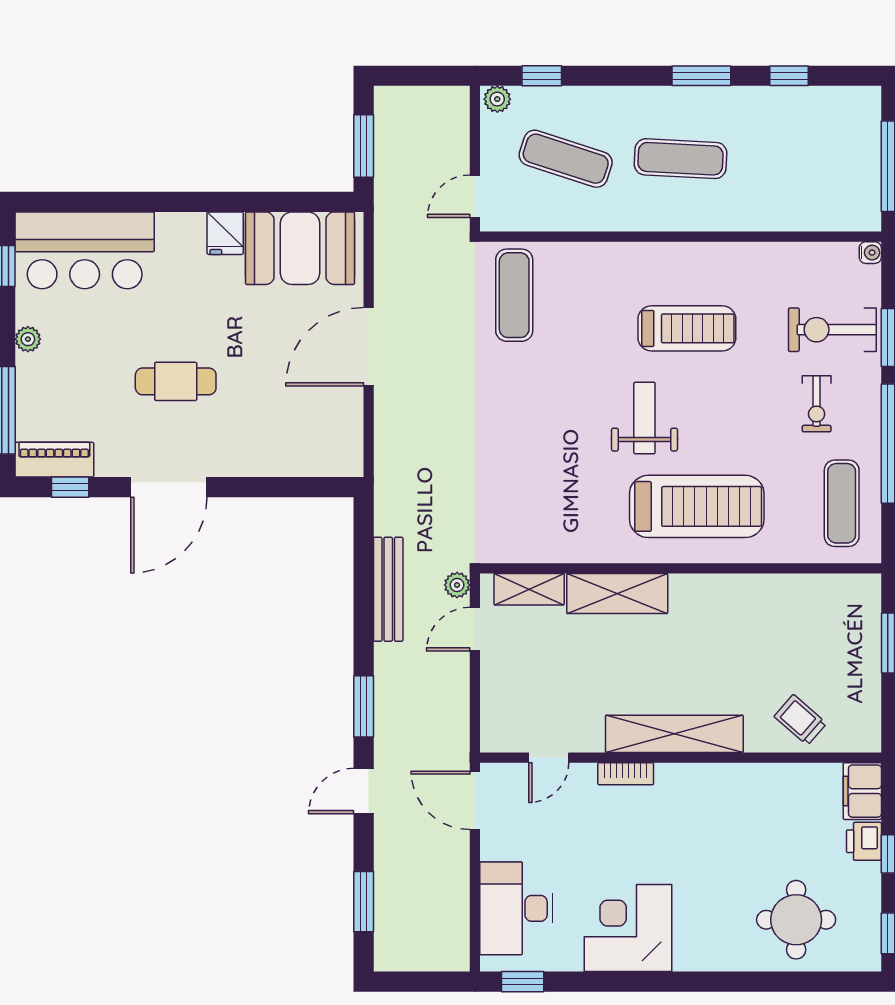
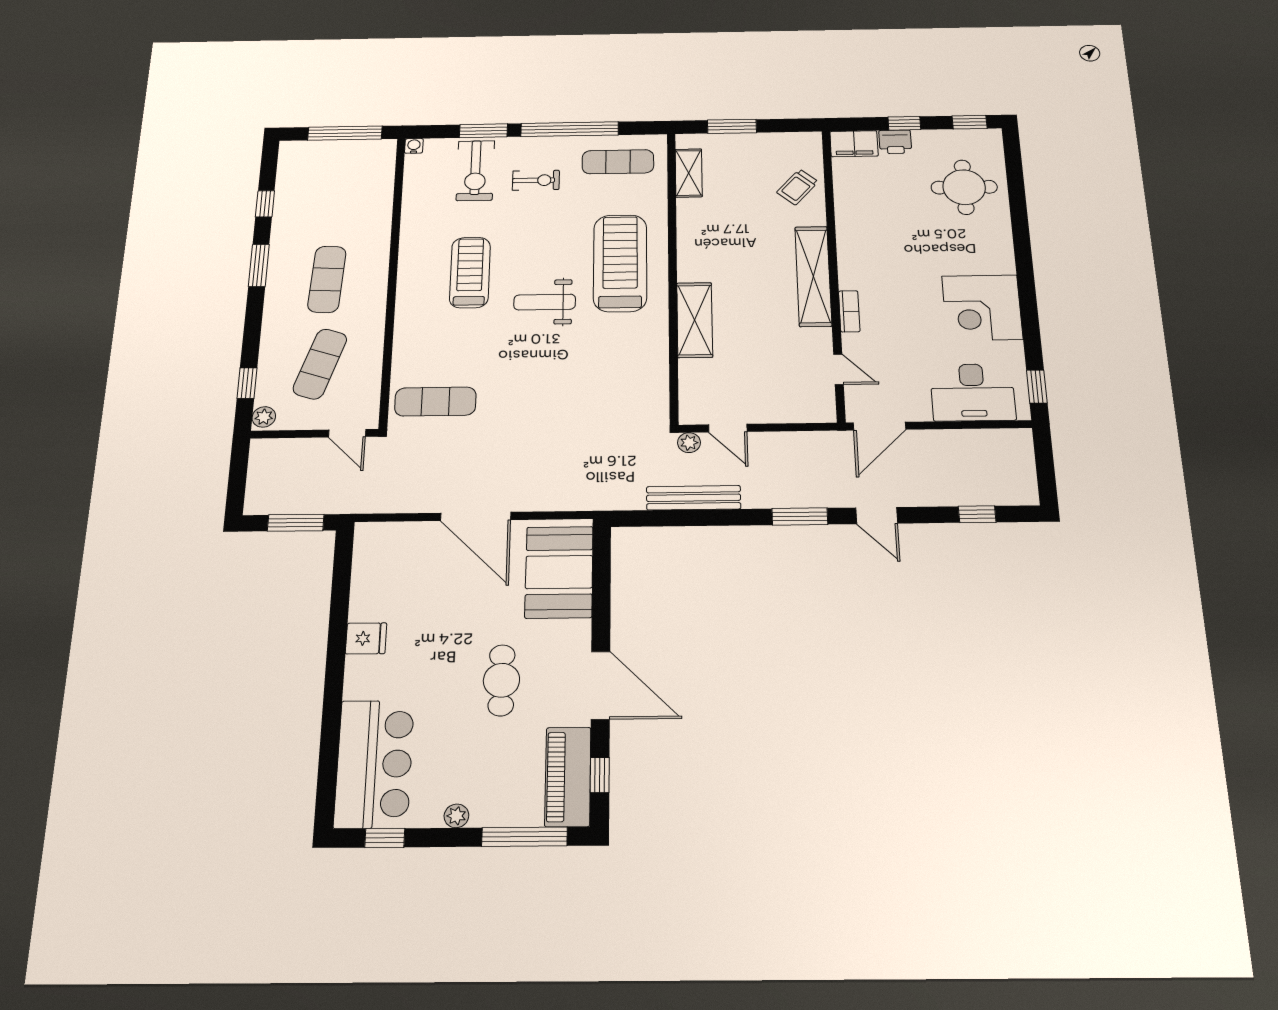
booth: (300, 248) -> (559, 572), moved
piano: (54, 460) -> (568, 777), width x1.37, depth x1.33
shelving: (529, 589) -> (689, 173), moved
window: (364, 902) -> (977, 514), width x0.67

